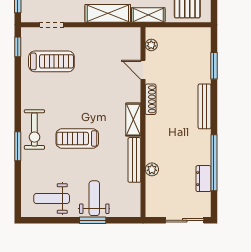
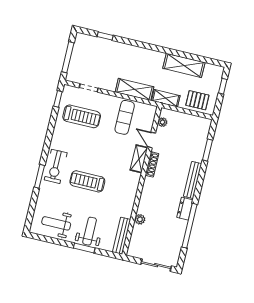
exercise mat: (104, 50) -> (125, 117), added
shelving: (133, 120) -> (139, 159), moved
bench: (134, 160) -> (122, 236), moved
dresser: (203, 179) -> (185, 209), moved

